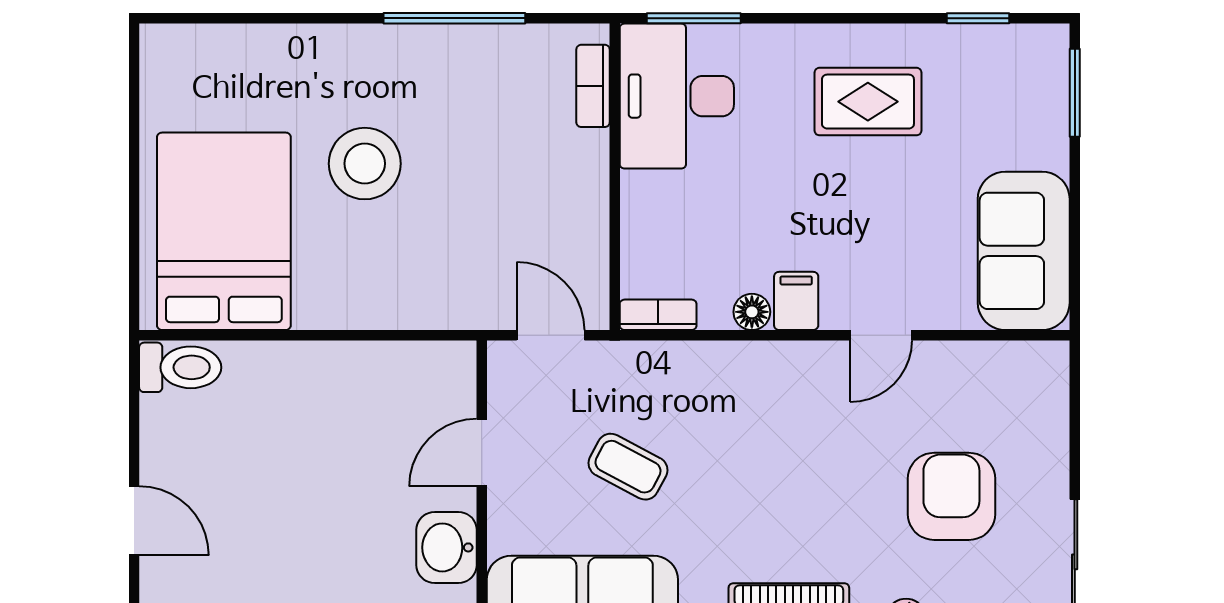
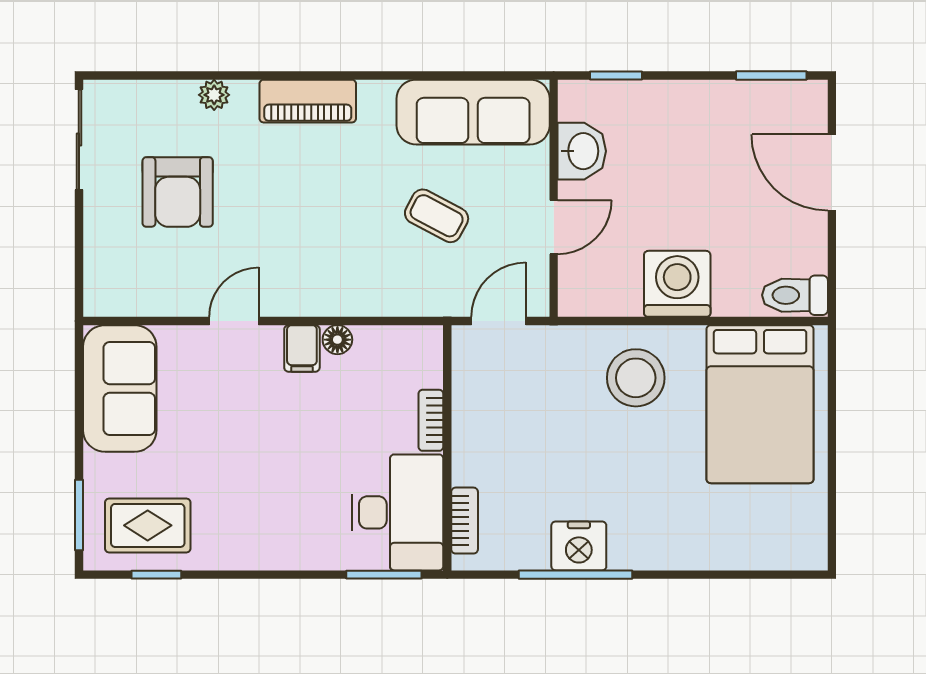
nightstand: (450, 54) -> (579, 546), added
rug: (868, 102) -> (148, 525), moved
stool: (365, 164) -> (636, 378), moved
bookcase: (658, 315) -> (431, 420), moved, turned 90
door: (551, 335) -> (499, 321), swing flipped
washing machine: (327, 382) -> (677, 284), added
door: (134, 521) -> (832, 172), width x1.38

